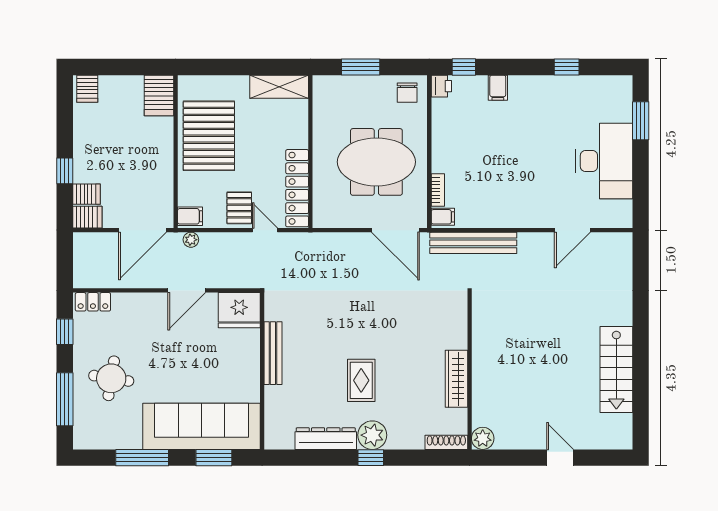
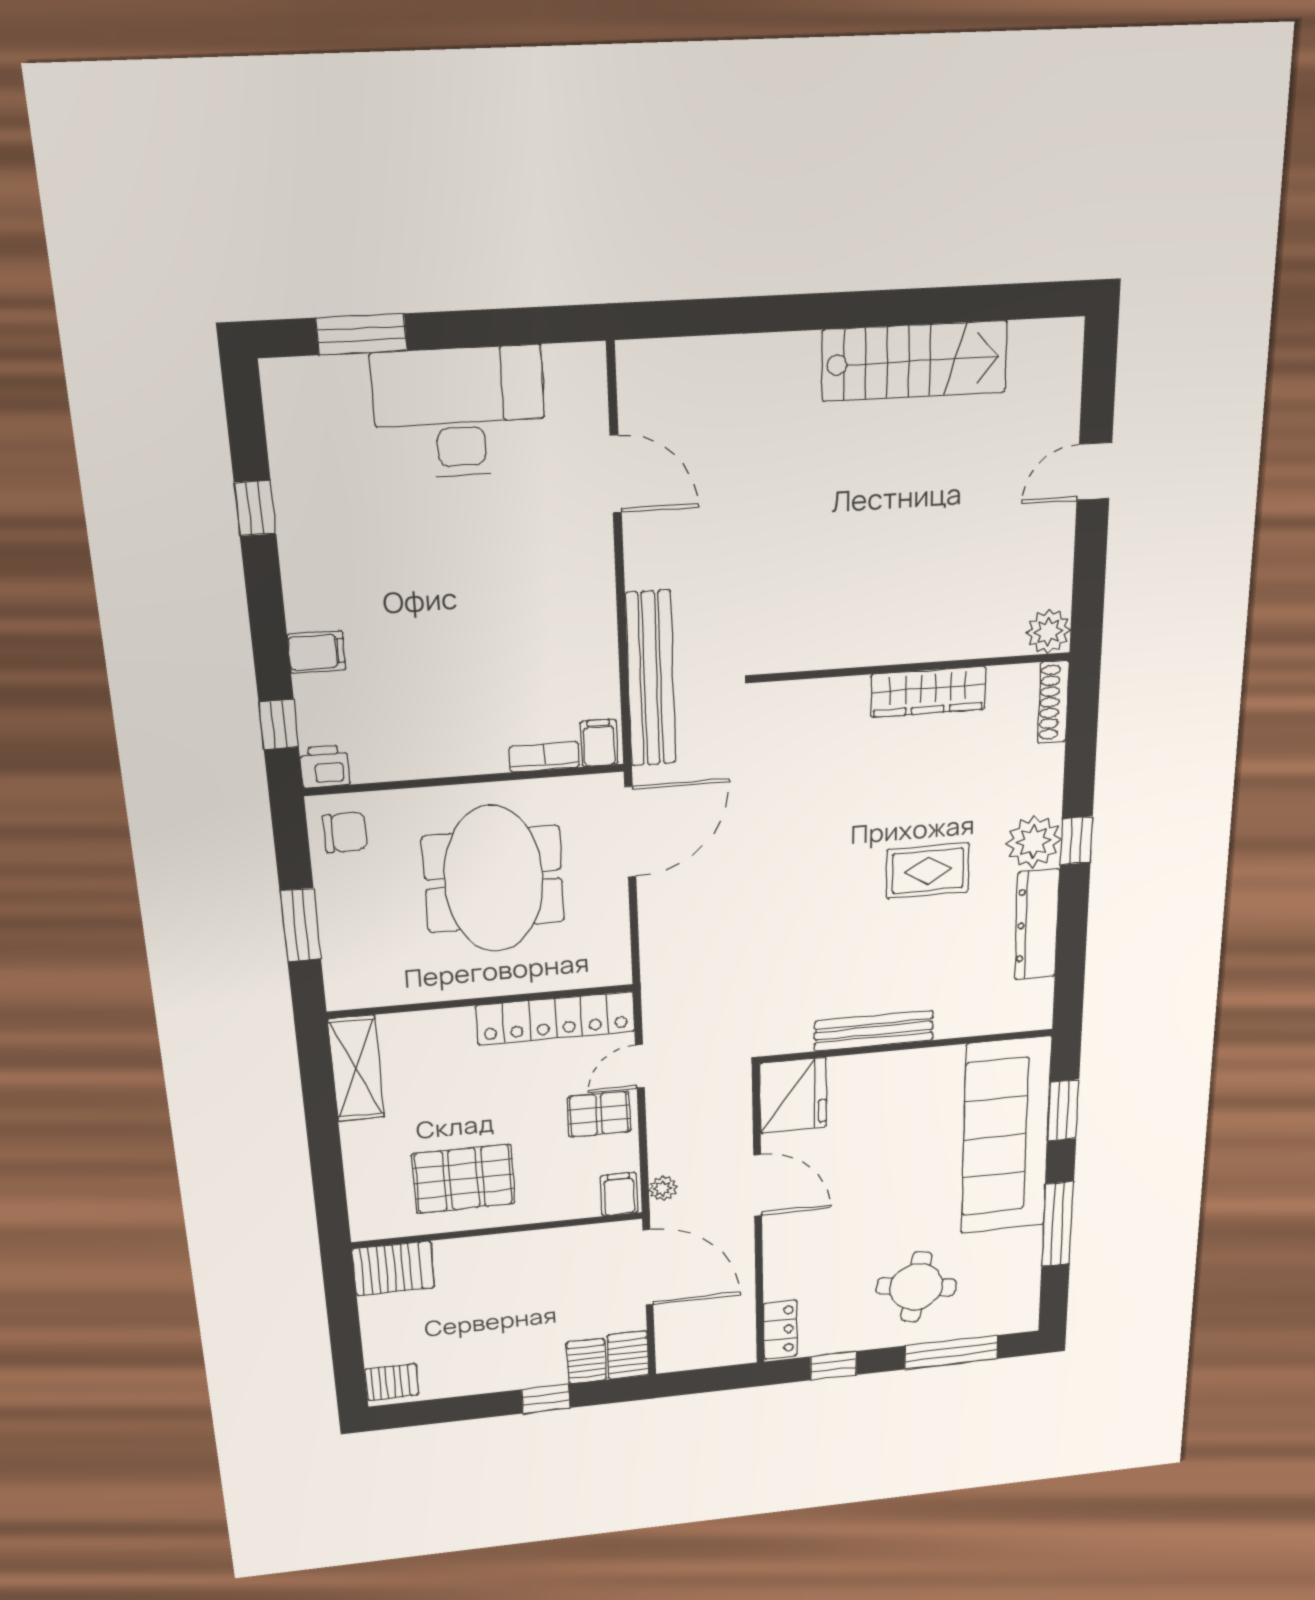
pallet: (209, 136) -> (464, 1179), width x0.73, depth x0.71

